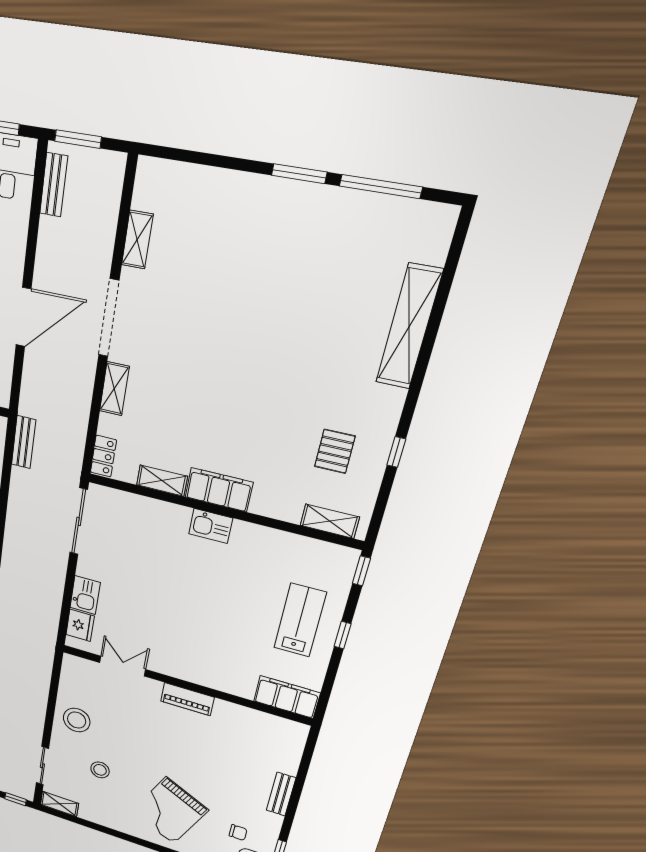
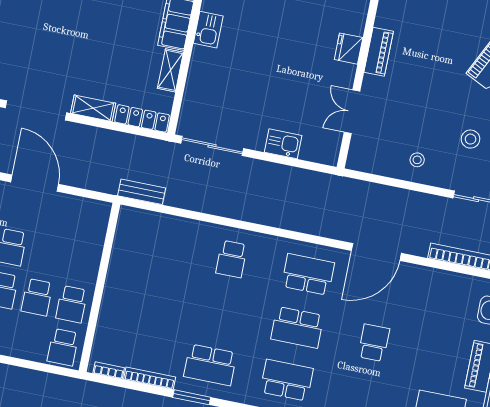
locker: (103, 456) -> (142, 118), width x1.53
fridge: (80, 625) -> (349, 49), moved, turned -90
stool: (77, 720) -> (417, 160), width x0.53, depth x0.53

